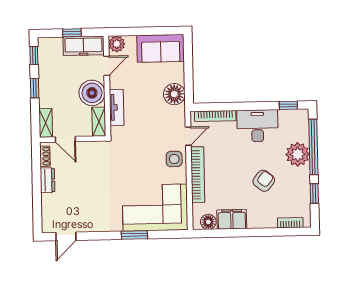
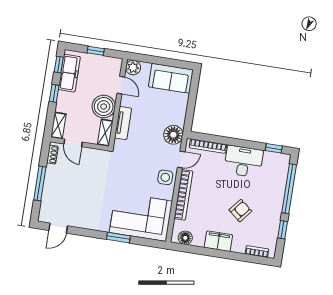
freezer: (84, 46) -> (69, 73), moved, turned -90
door: (107, 66) -> (121, 85), hinge flipped
floor lamp: (174, 94) -> (173, 135), moved
plant: (298, 154) -> (274, 193), removed
dresser: (47, 180) -> (51, 176), removed
window: (37, 191) -> (40, 183), added
filing cabinet: (232, 219) -> (218, 241), moved

